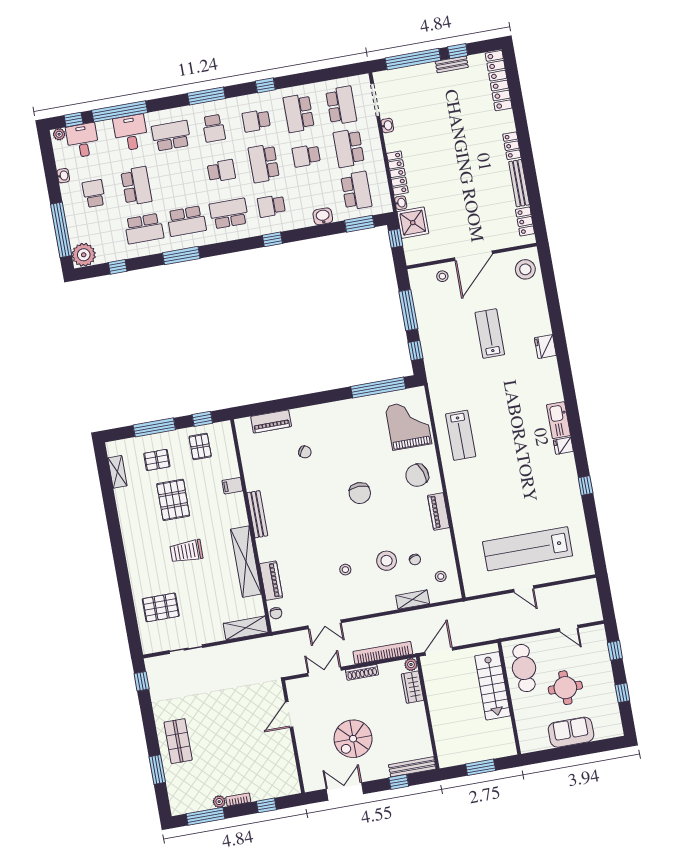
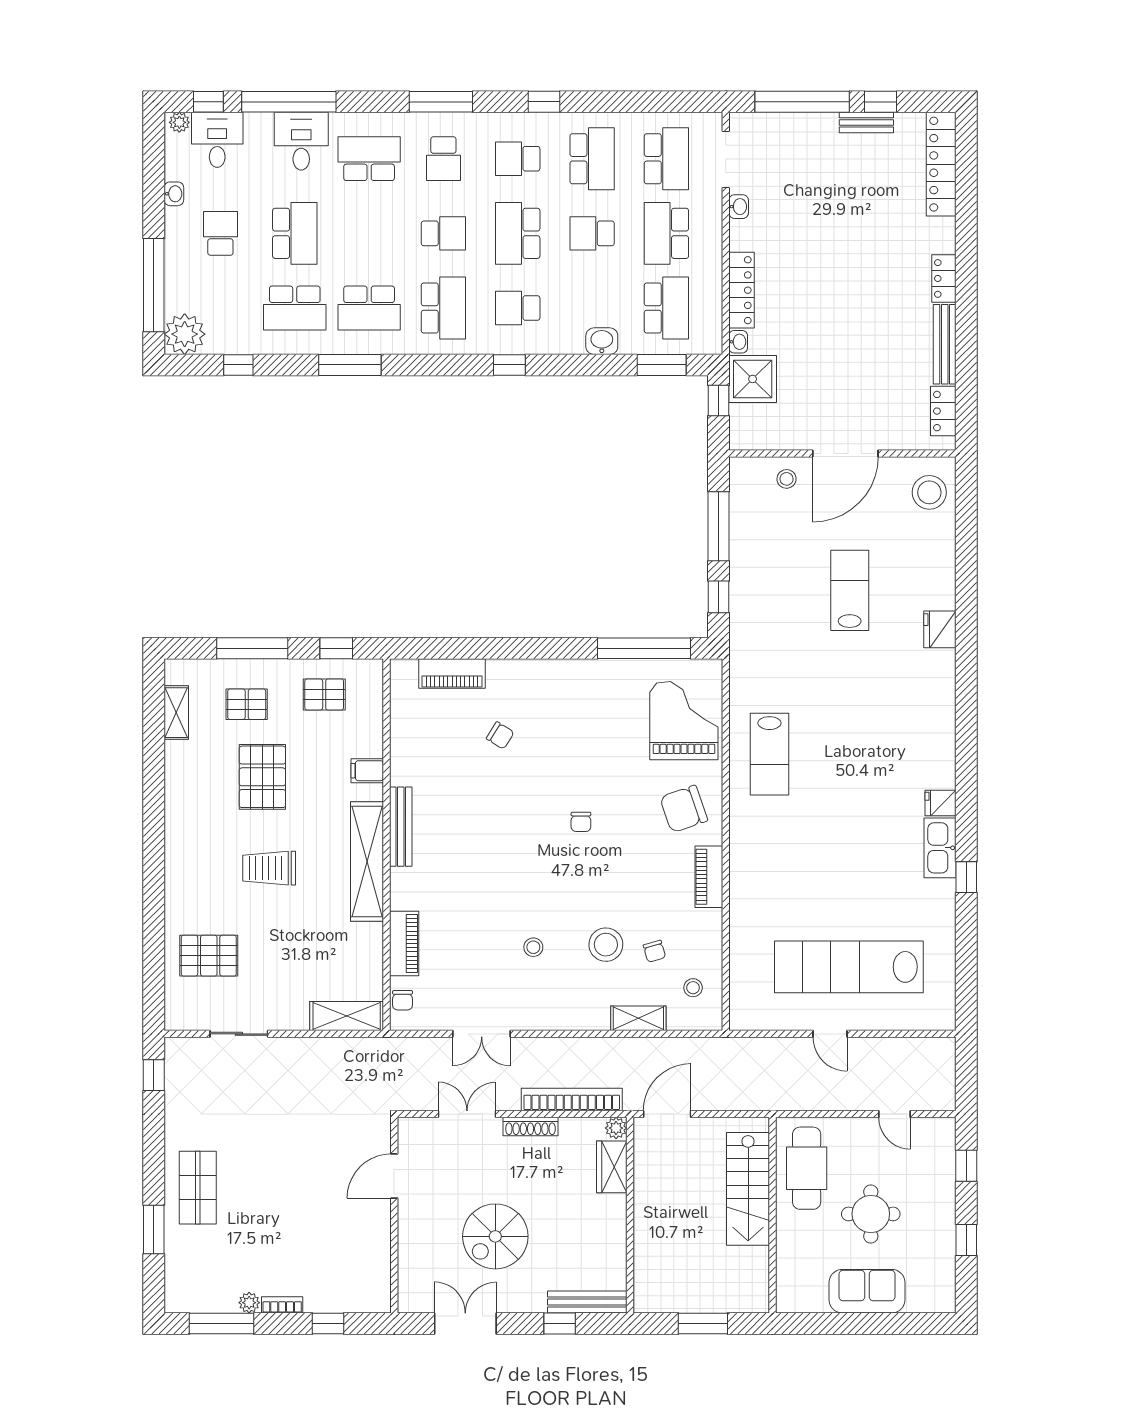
school desk: (299, 113) -> (592, 159), turned 180
school desk: (229, 213) -> (443, 308), turned 90
kitchen sink: (558, 420) -> (940, 848), moved
pallet: (200, 446) -> (324, 694), turned 90
chair: (360, 493) -> (581, 822), width x0.54, depth x0.54
shelving: (246, 562) -> (367, 862), moved

